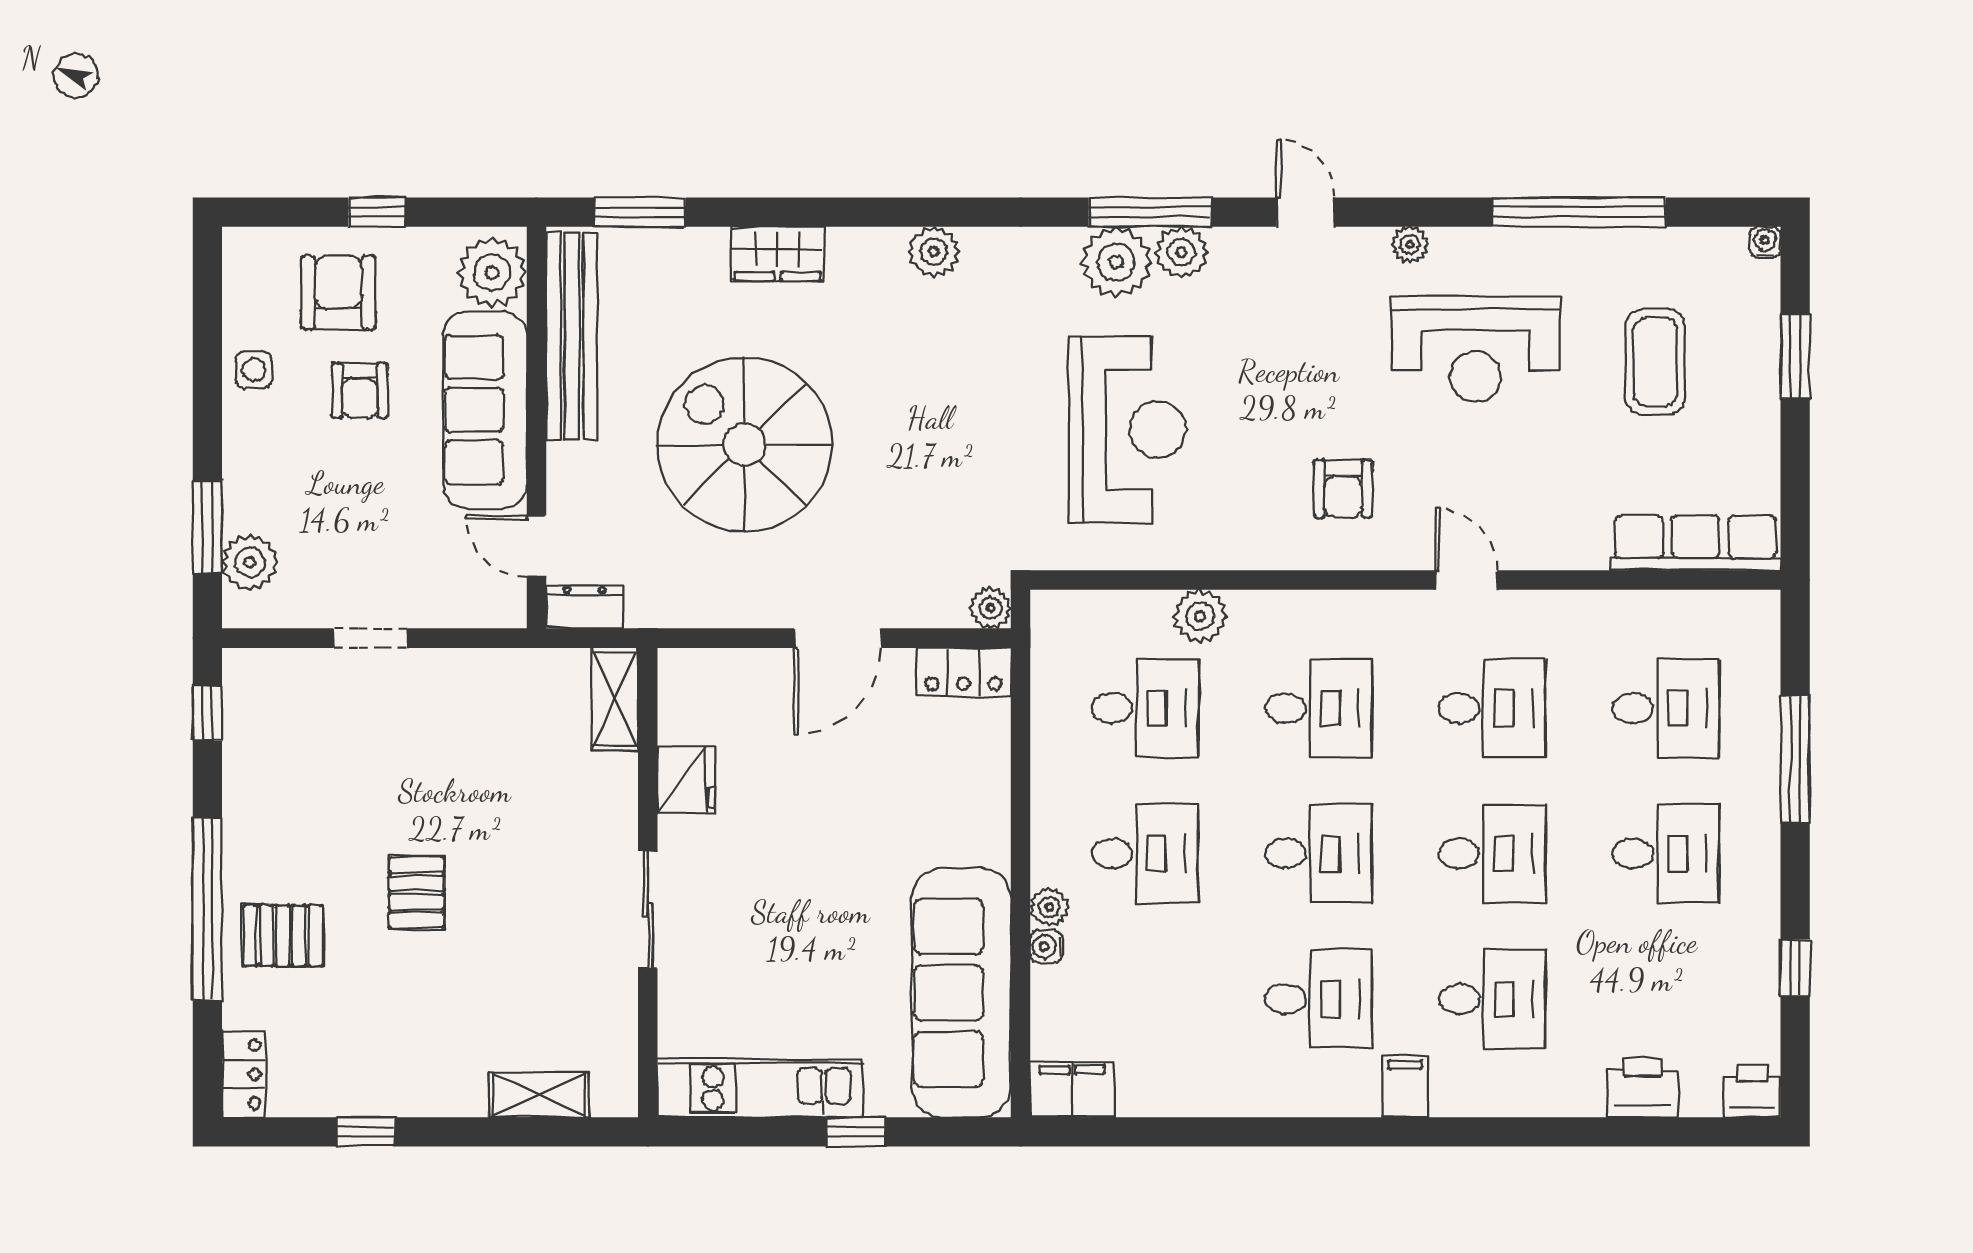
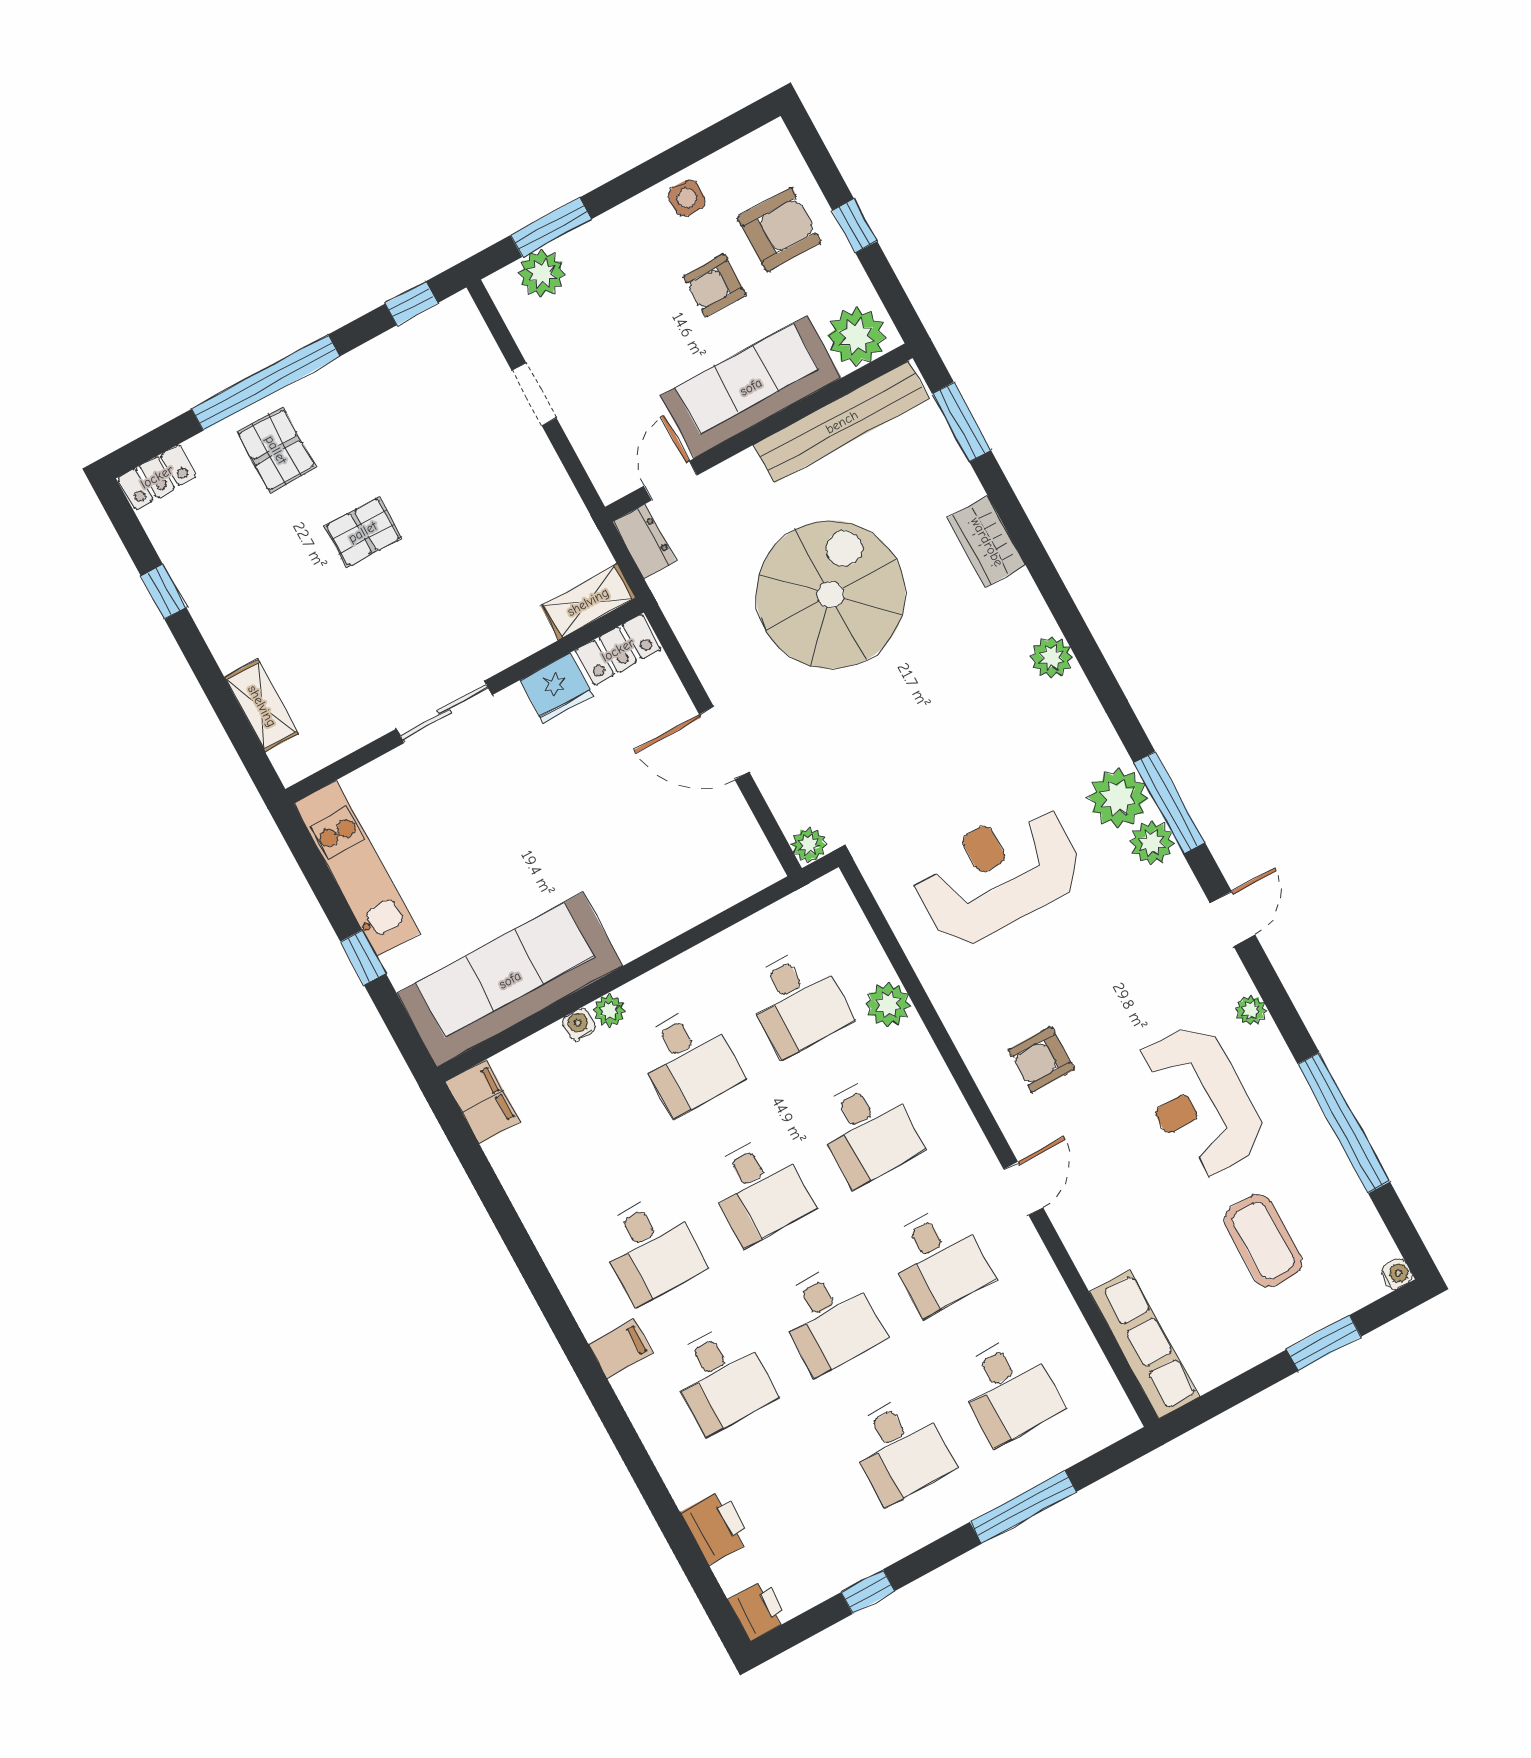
coffee table: (1655, 362) -> (1263, 1241), turned 90
reception desk: (1127, 430) -> (998, 874), turned 180
locker: (963, 672) -> (618, 650), moved, turned -90

